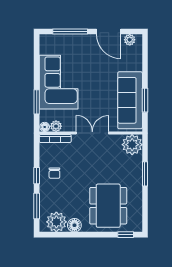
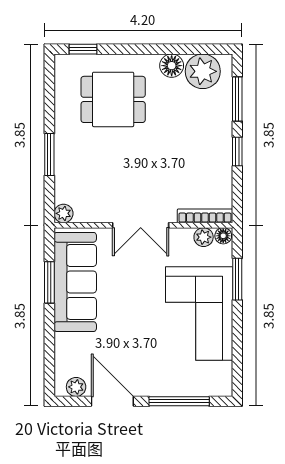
plant: (132, 145) -> (63, 213), width x0.53, depth x0.53
chair: (54, 173) -> (206, 156), removed
dining table: (108, 206) -> (113, 99), width x0.73

